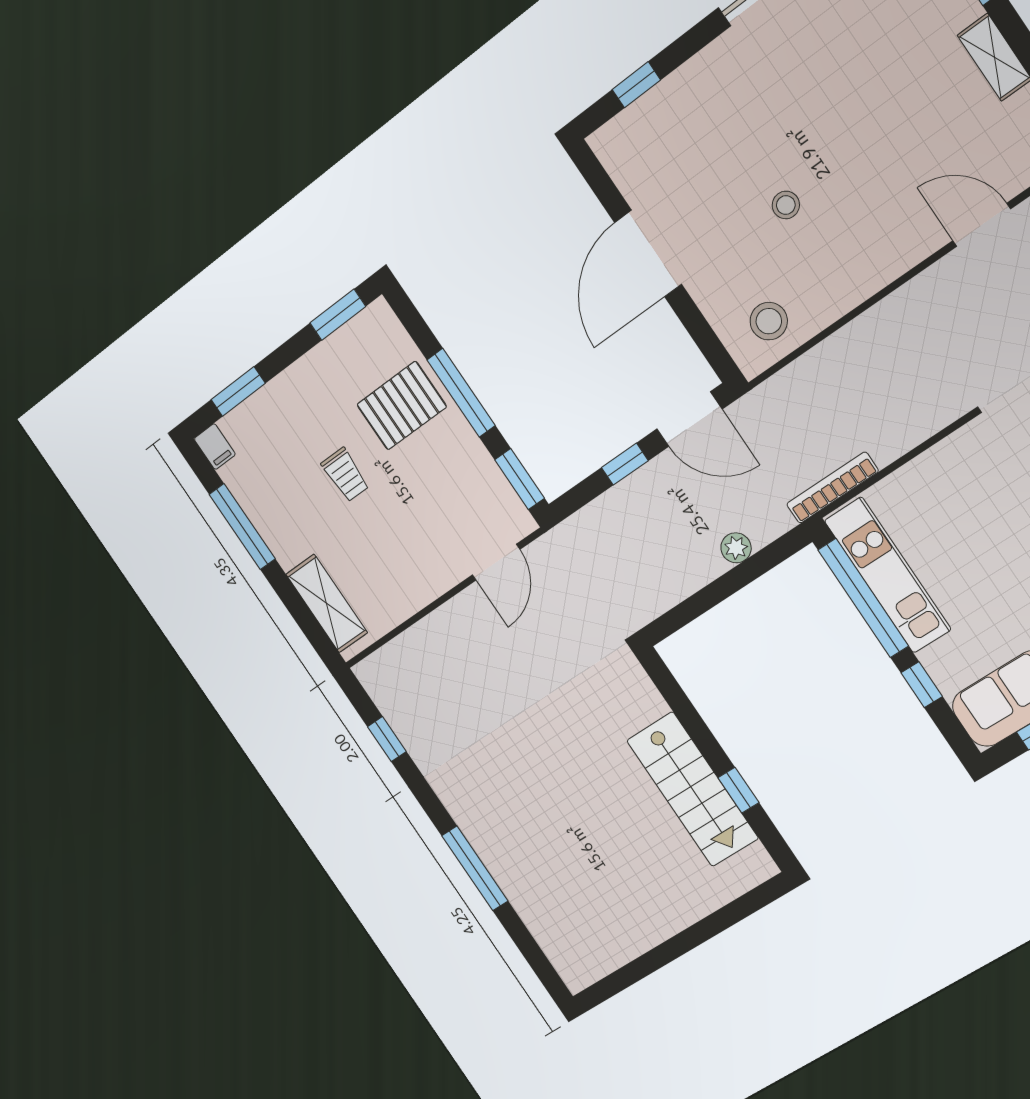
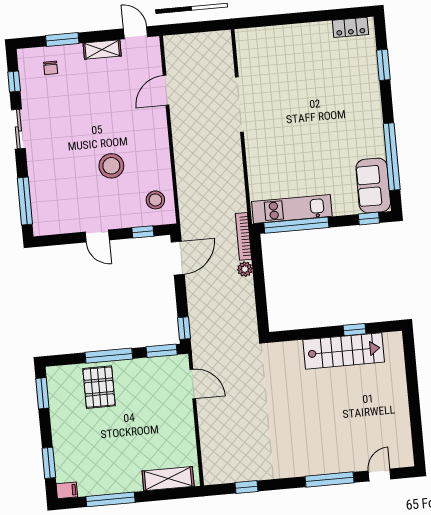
window: (636, 85) -> (25, 201), width x2.17
stool: (786, 205) -> (111, 166), width x1.89, depth x1.89
door: (648, 253) -> (97, 236), width x0.53
window: (700, 331) -> (143, 232), added
window: (625, 464) -> (184, 328), moved
trolley: (345, 475) -> (115, 433), removed
bookcase: (832, 488) -> (243, 236), moved
window: (922, 685) -> (369, 219), moved
door: (528, 946) -> (379, 475), added

